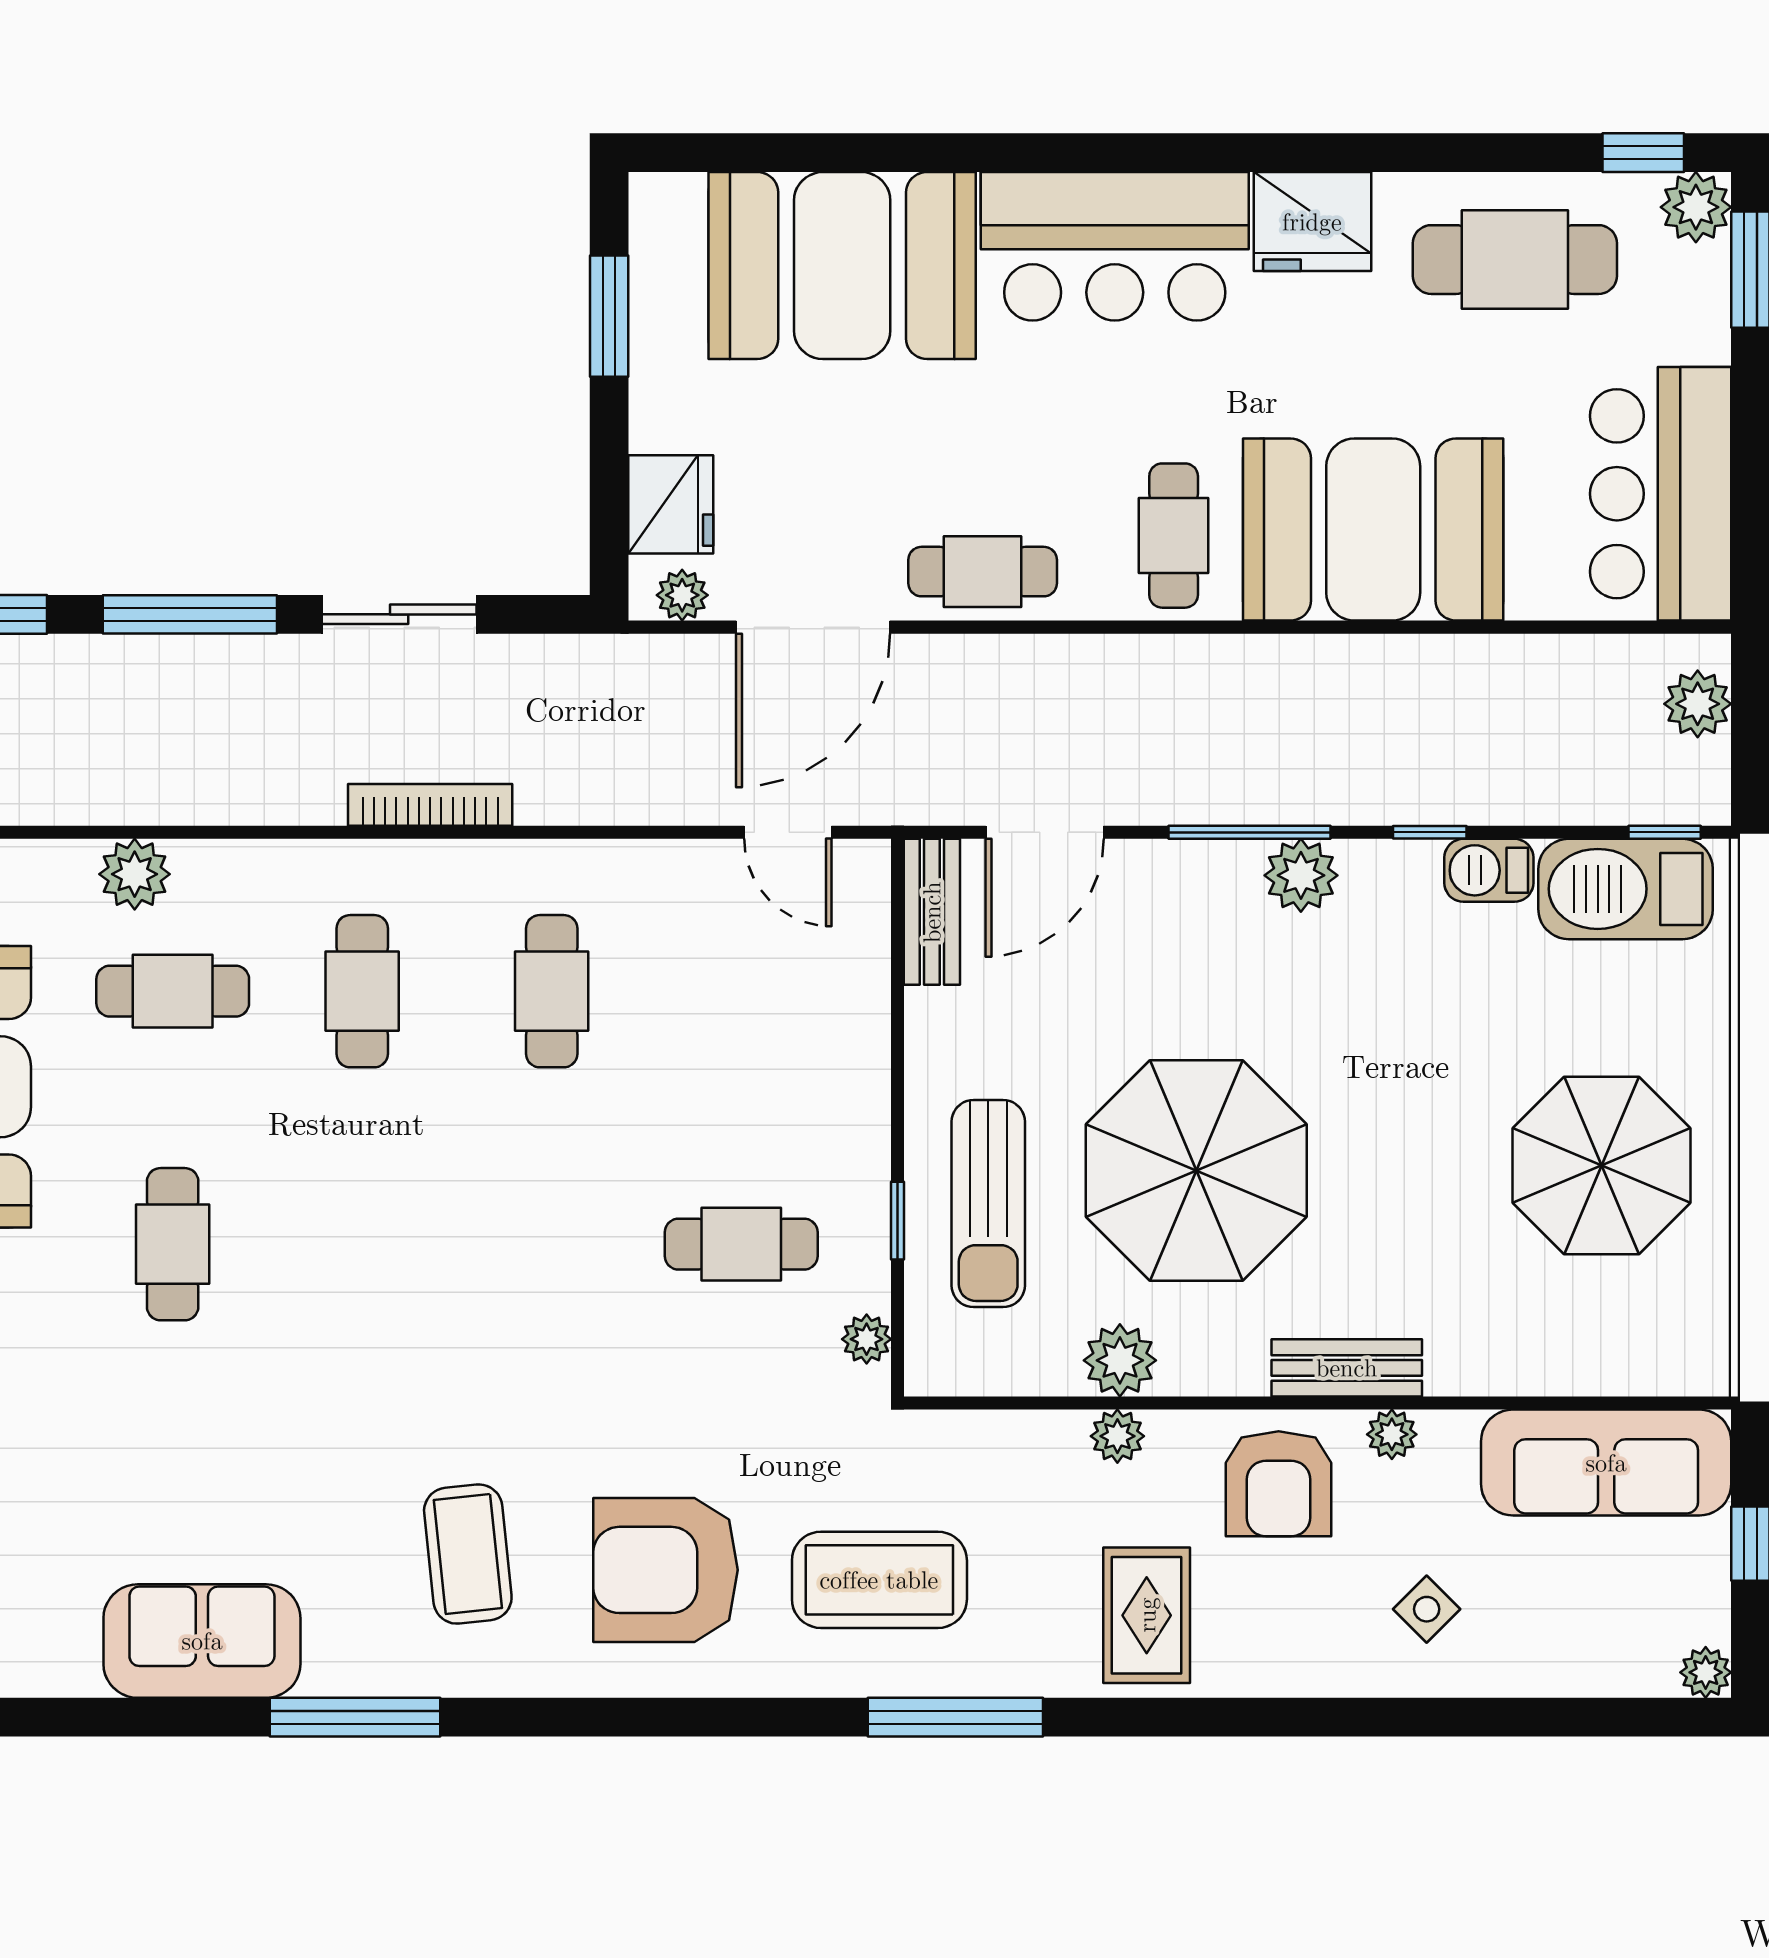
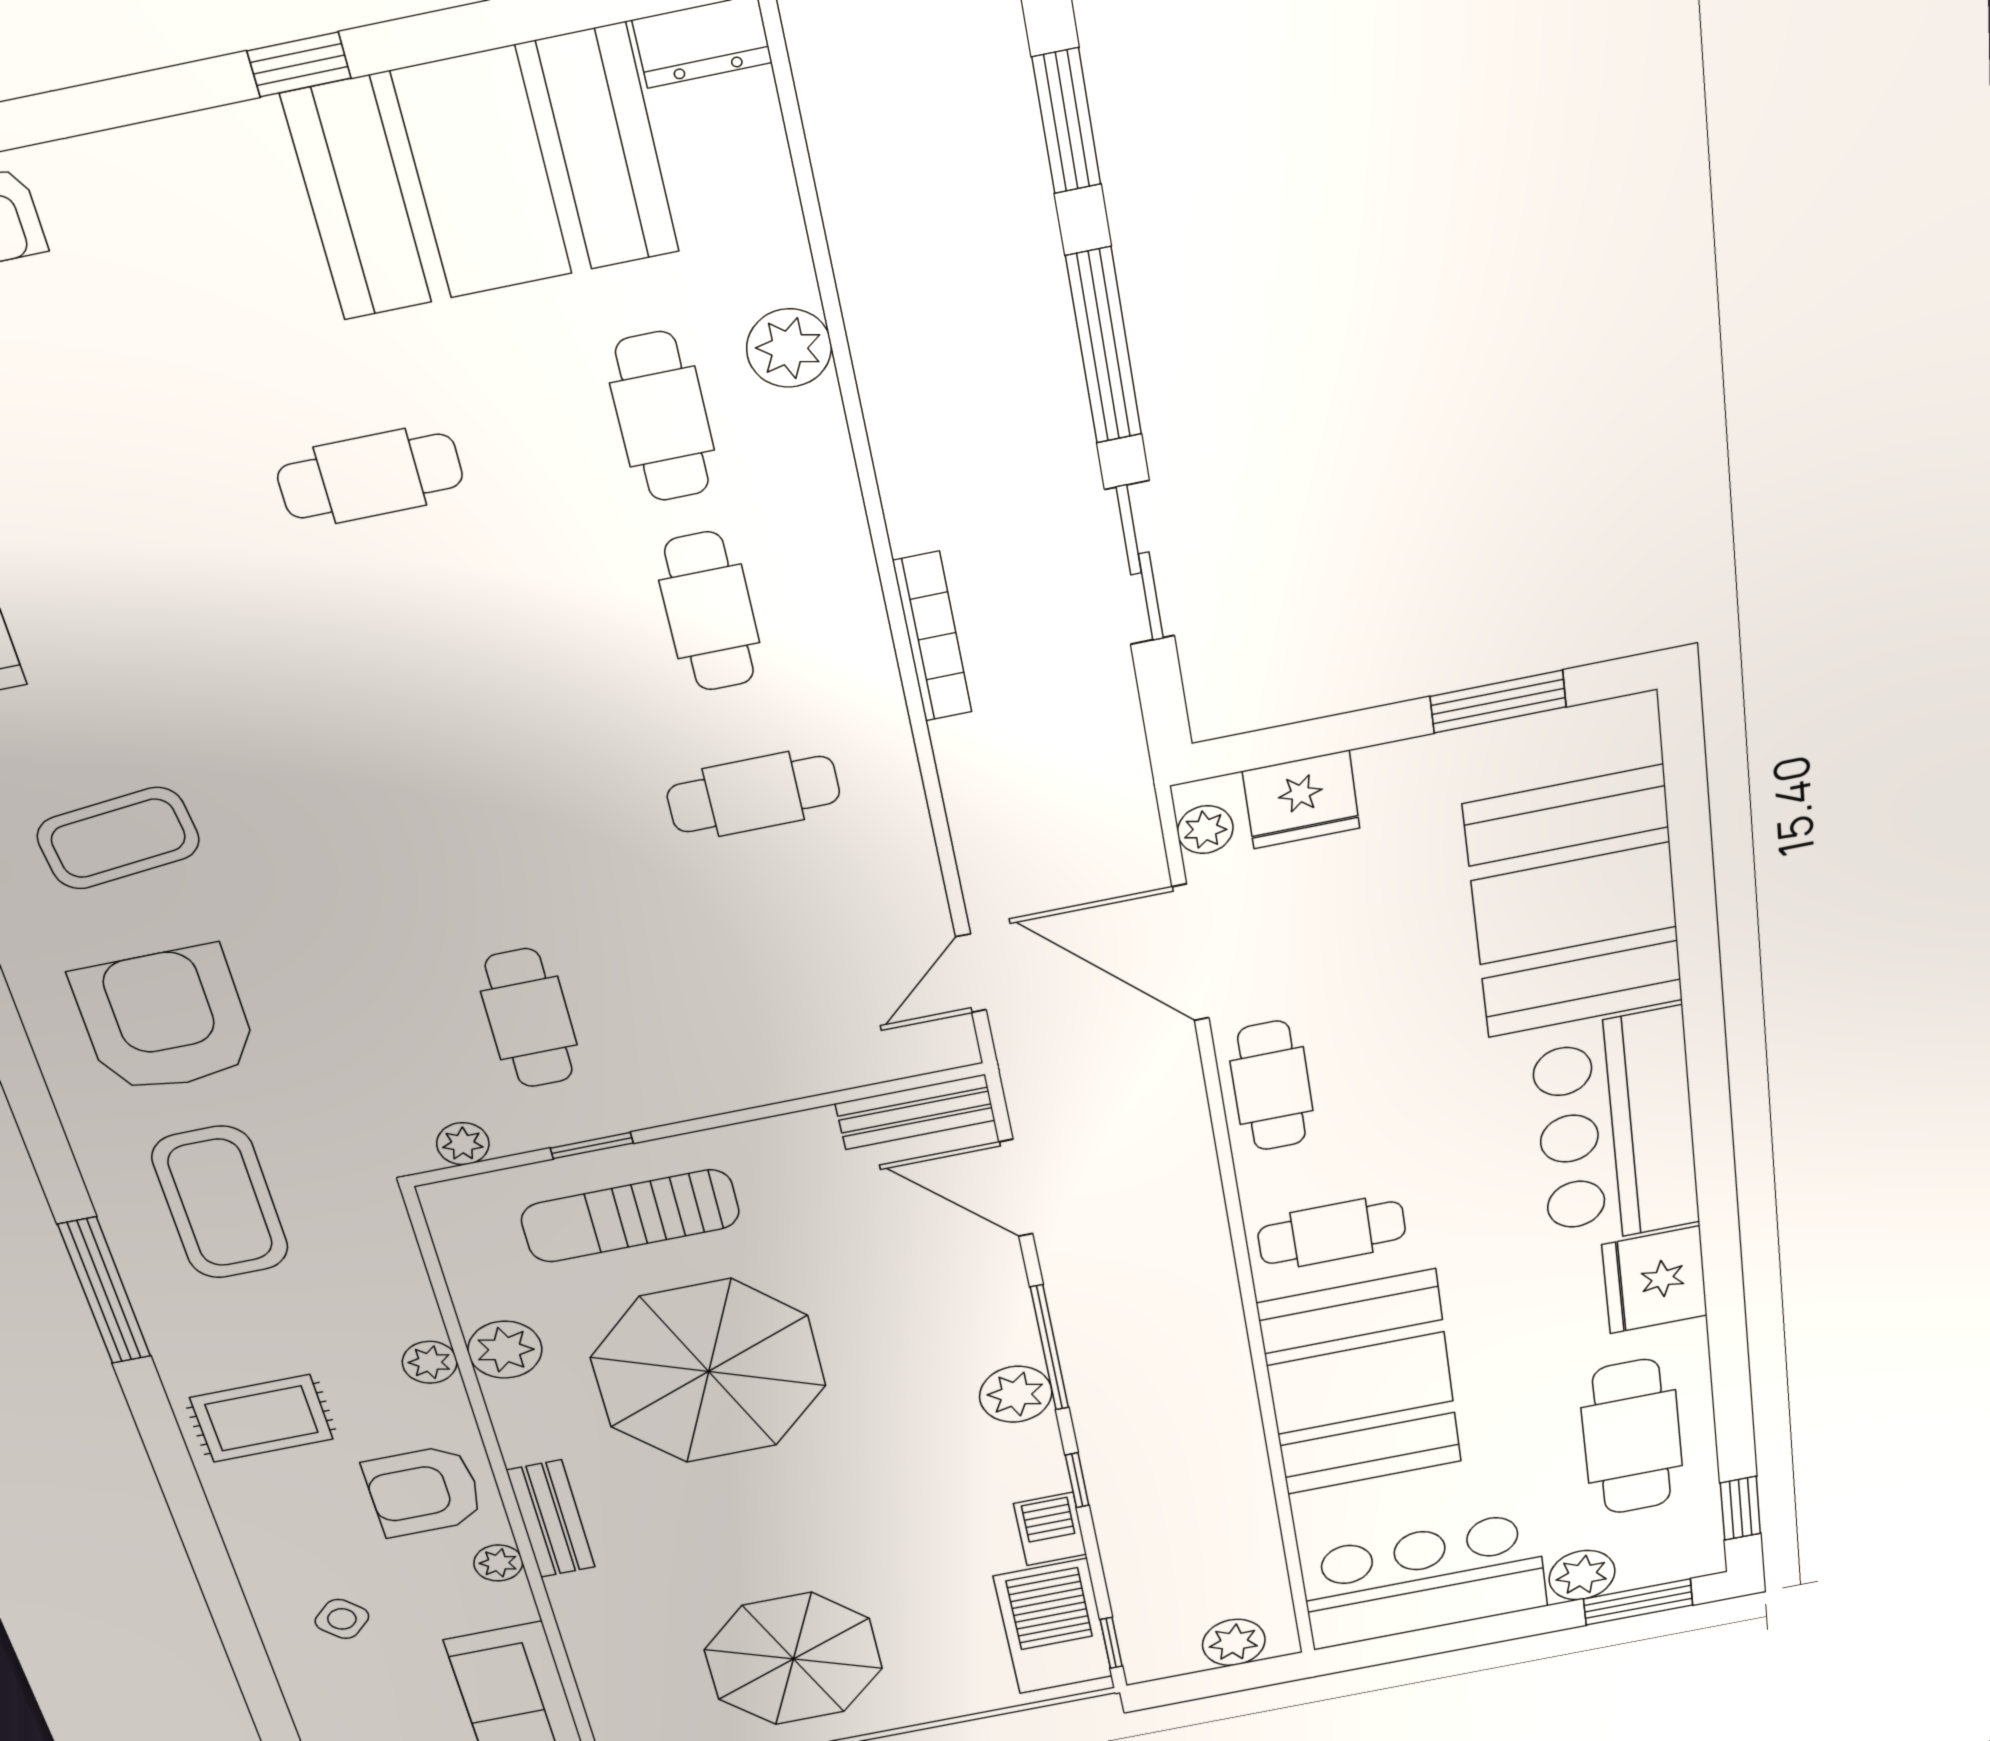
plant: (1696, 207) -> (1582, 1575), moved
cafe table: (362, 991) -> (709, 612), turned 90

